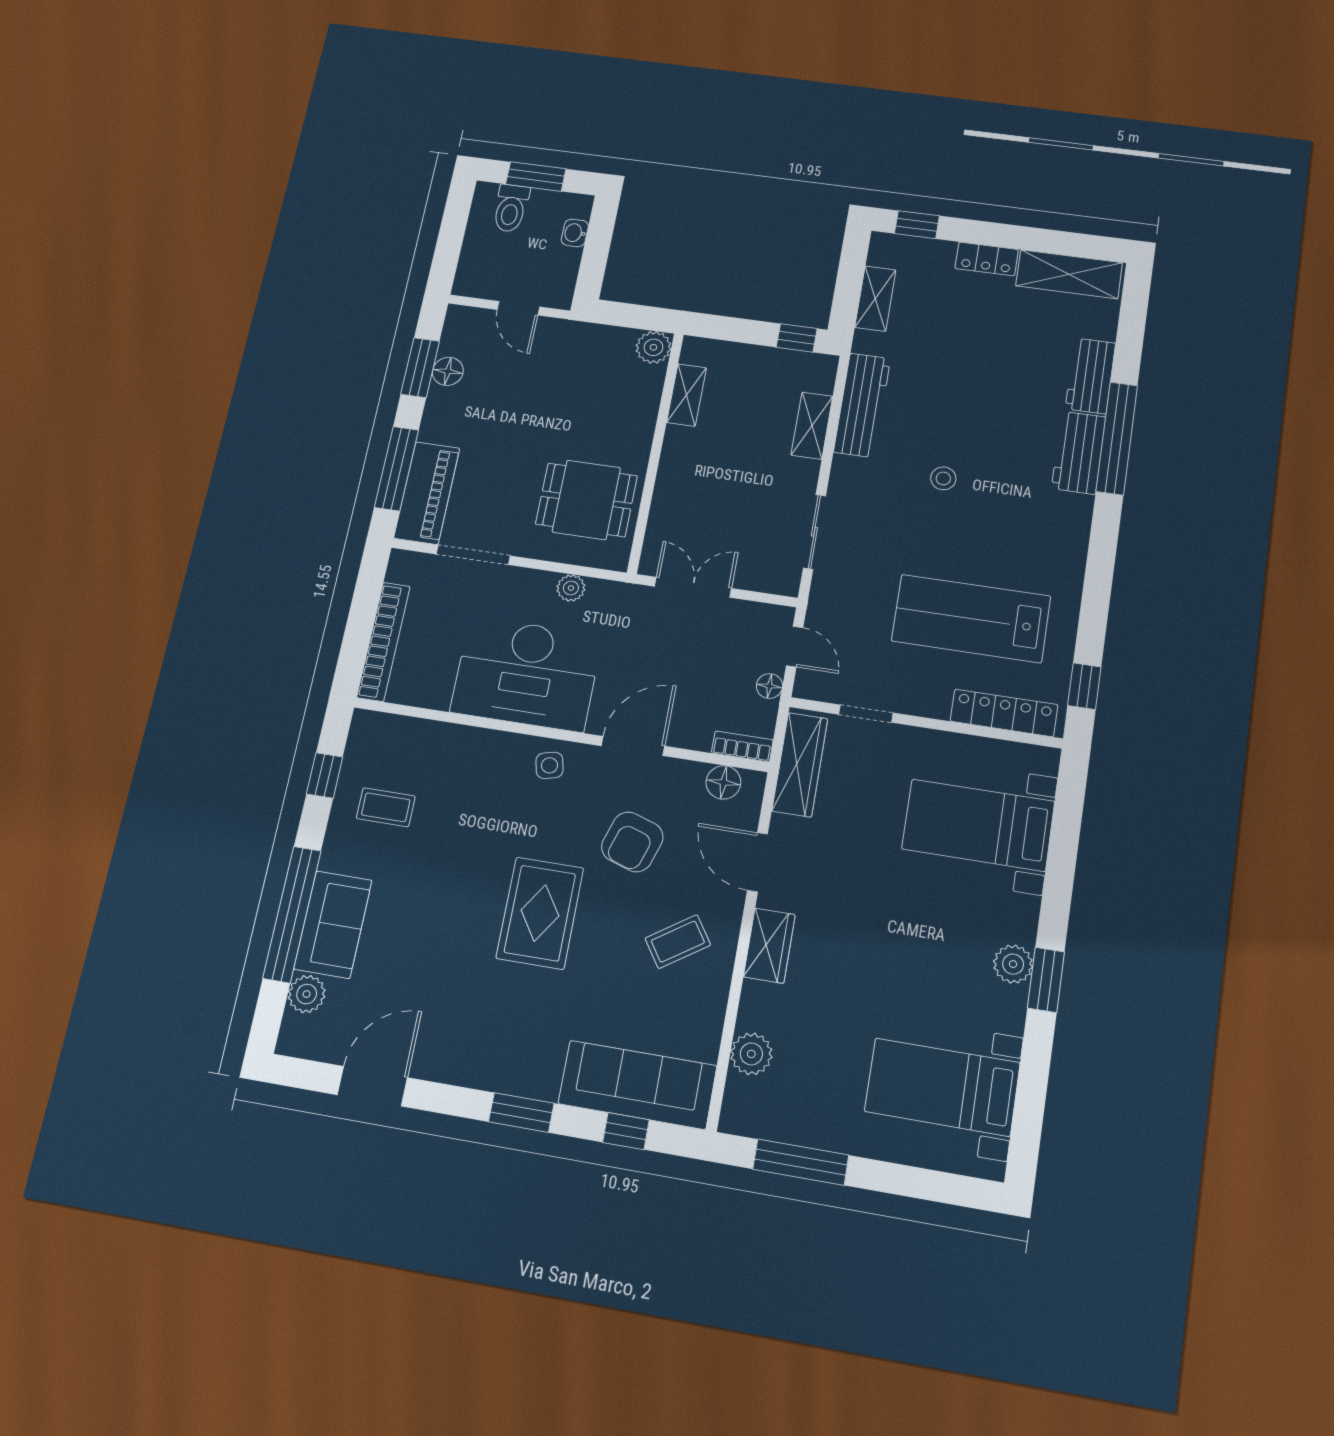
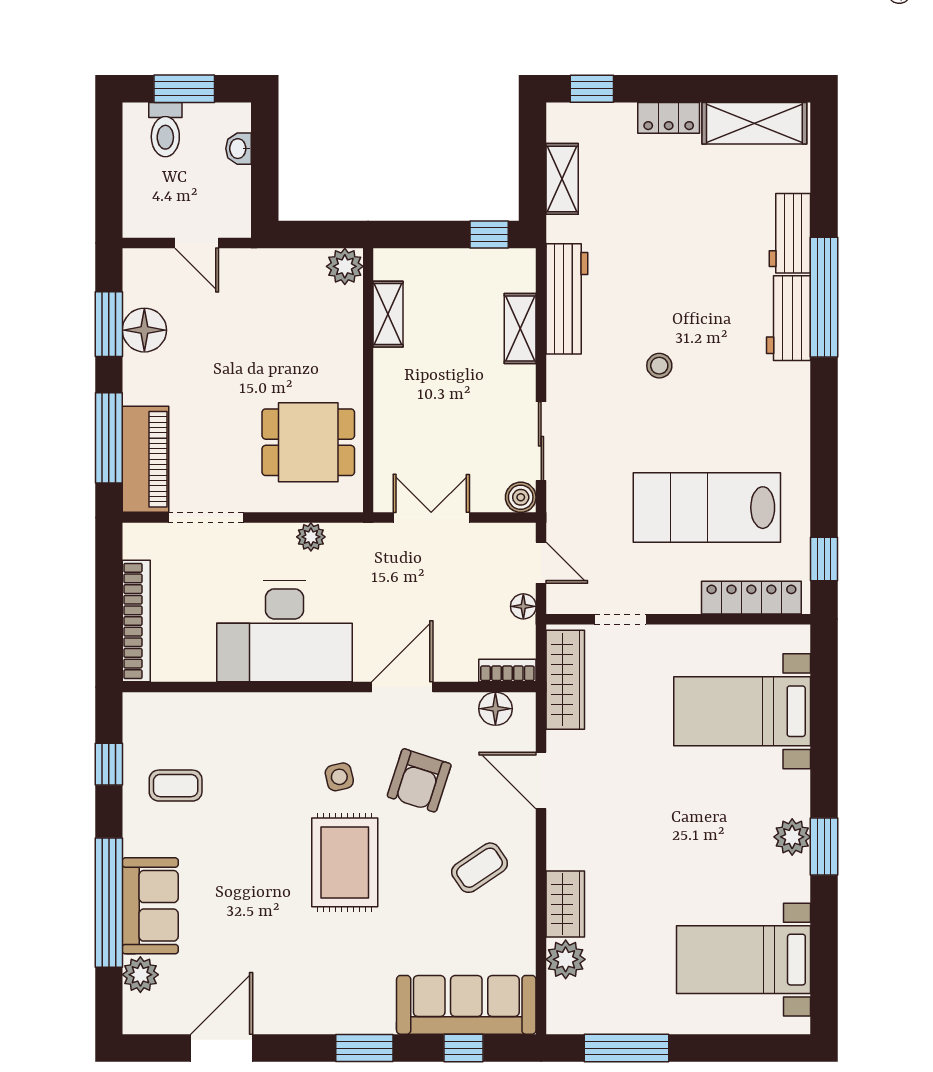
floor lamp: (448, 371) -> (144, 330), width x1.38, depth x1.38
boiler: (785, 581) -> (521, 497), added
side table: (549, 765) -> (339, 777), moved
wardrobe: (769, 946) -> (565, 904), moved

